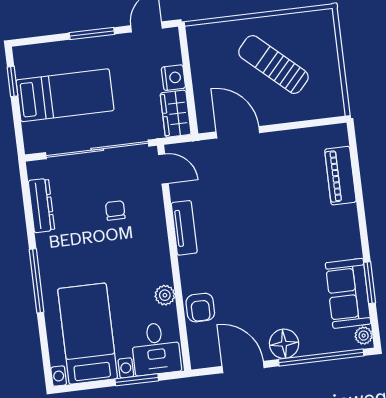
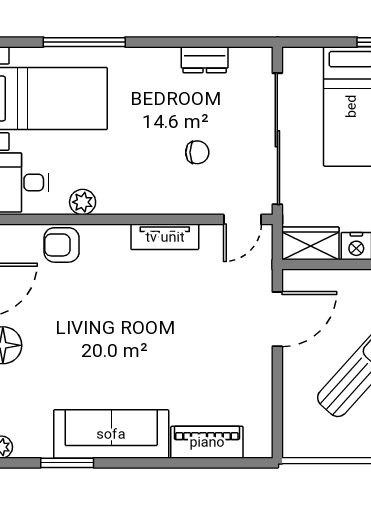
dresser: (41, 205) -> (205, 60), width x0.70
window: (37, 281) -> (84, 42), moved
sofa: (348, 293) -> (111, 434), moved, width x1.36

